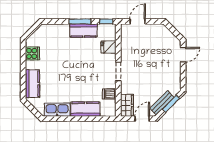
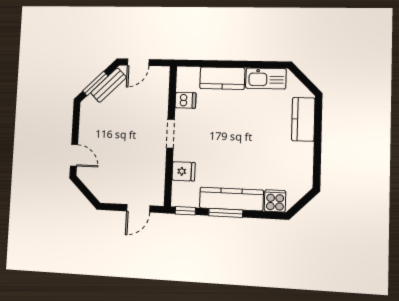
kitchen counter: (83, 31) -> (231, 199), width x1.50
cooker: (32, 53) -> (275, 201), moved, turned 90
door: (183, 55) -> (74, 155), swing flipped
wardrobe: (127, 105) -> (160, 83), removed

